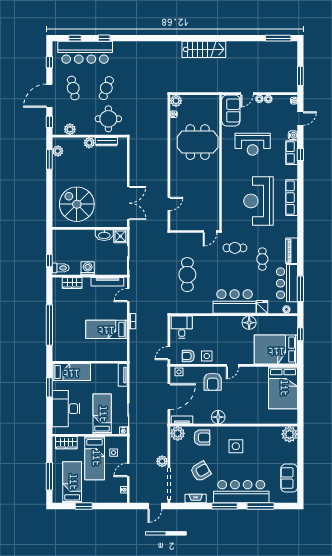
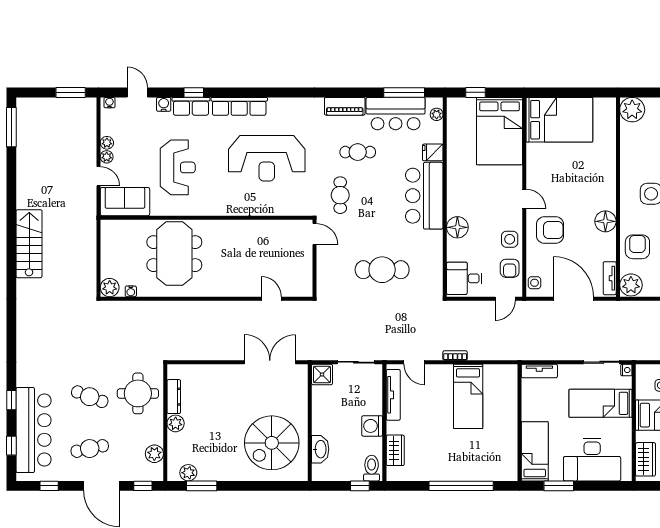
row of seats: (292, 198) -> (239, 106), moved
washbasin: (104, 235) -> (320, 449), moved
floor lamp: (249, 323) -> (457, 227), moved
door: (169, 353) -> (505, 299), hinge flipped

